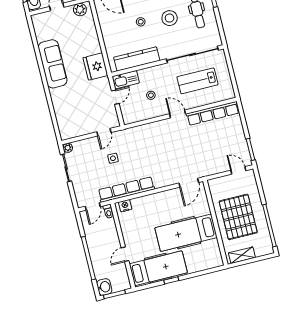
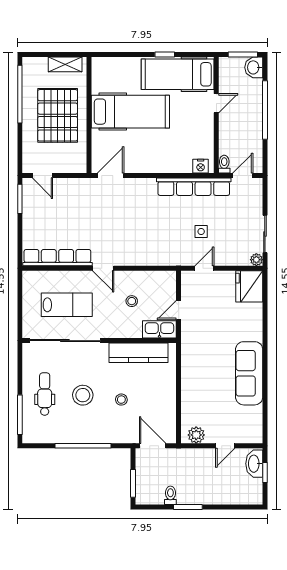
fridge: (96, 67) -> (249, 286), moved, turned 180

